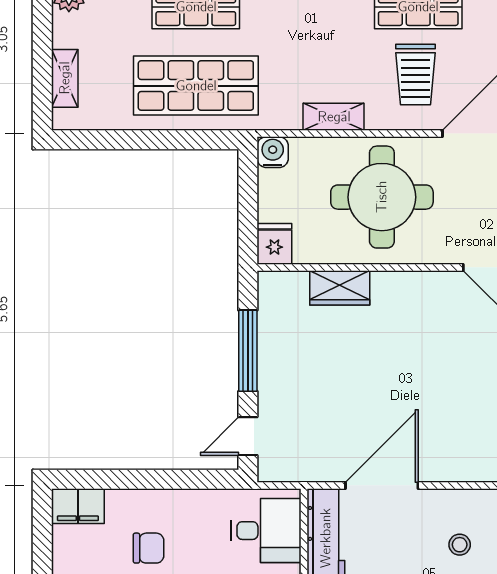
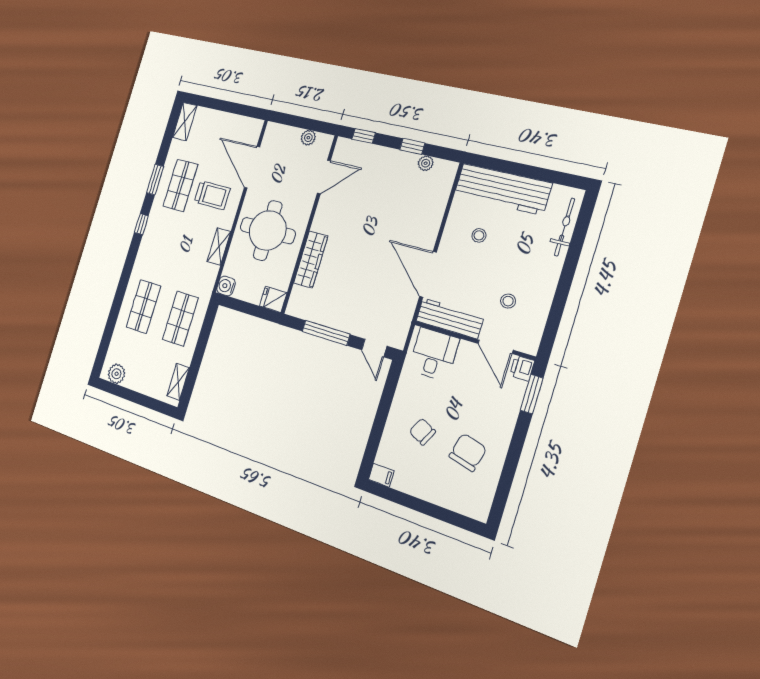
shelving: (65, 78) -> (178, 382), moved, turned 90
shop shelf: (196, 86) -> (180, 319), width x0.70, depth x0.74
wardrobe: (340, 288) -> (311, 260), width x1.50
filing cabinet: (78, 506) -> (381, 475), width x0.50
chair: (149, 548) -> (422, 432), turned -64

